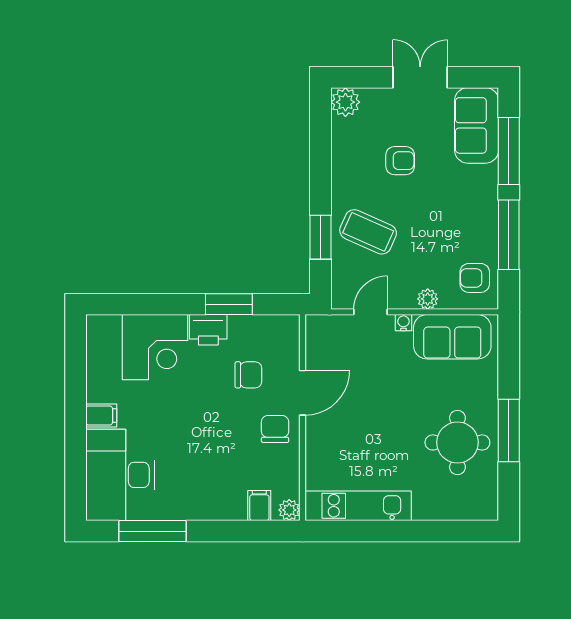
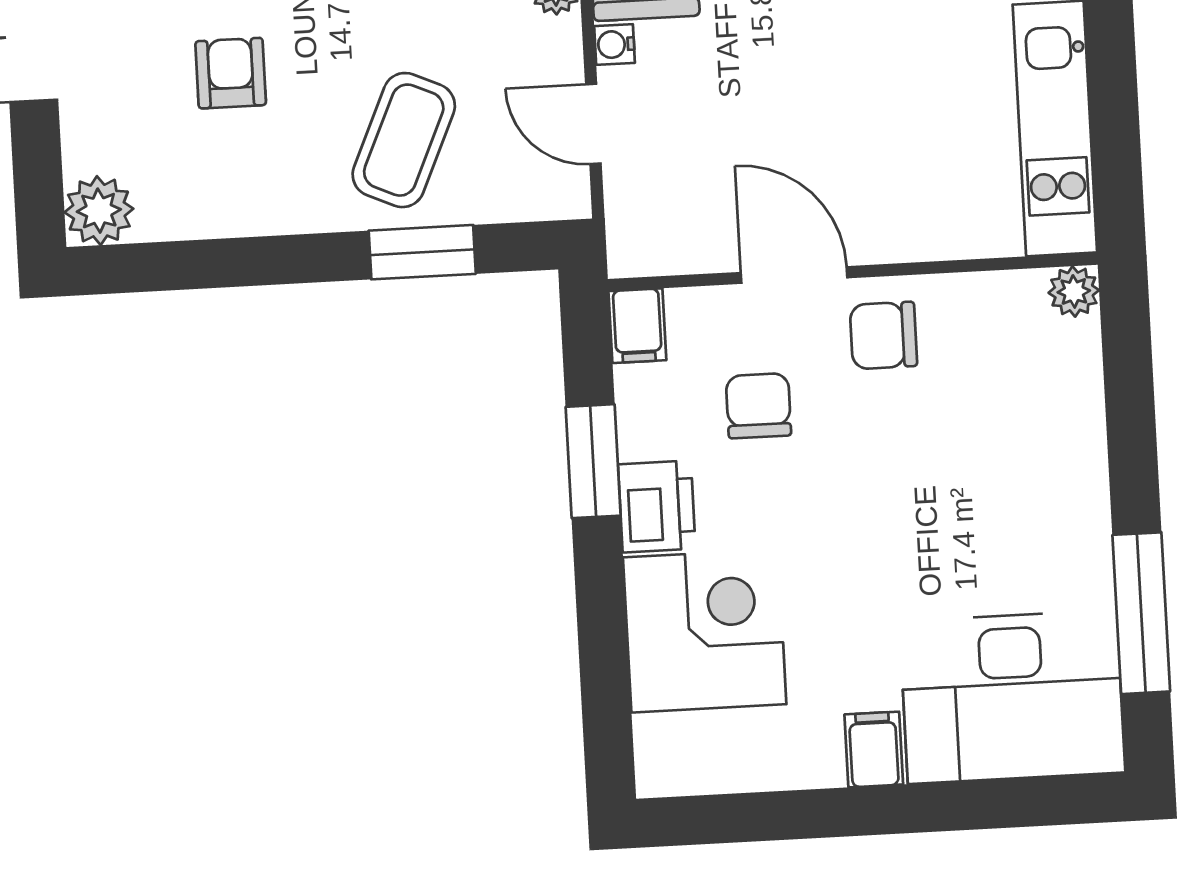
filing cabinet: (259, 506) -> (637, 326), moved, turned -90

